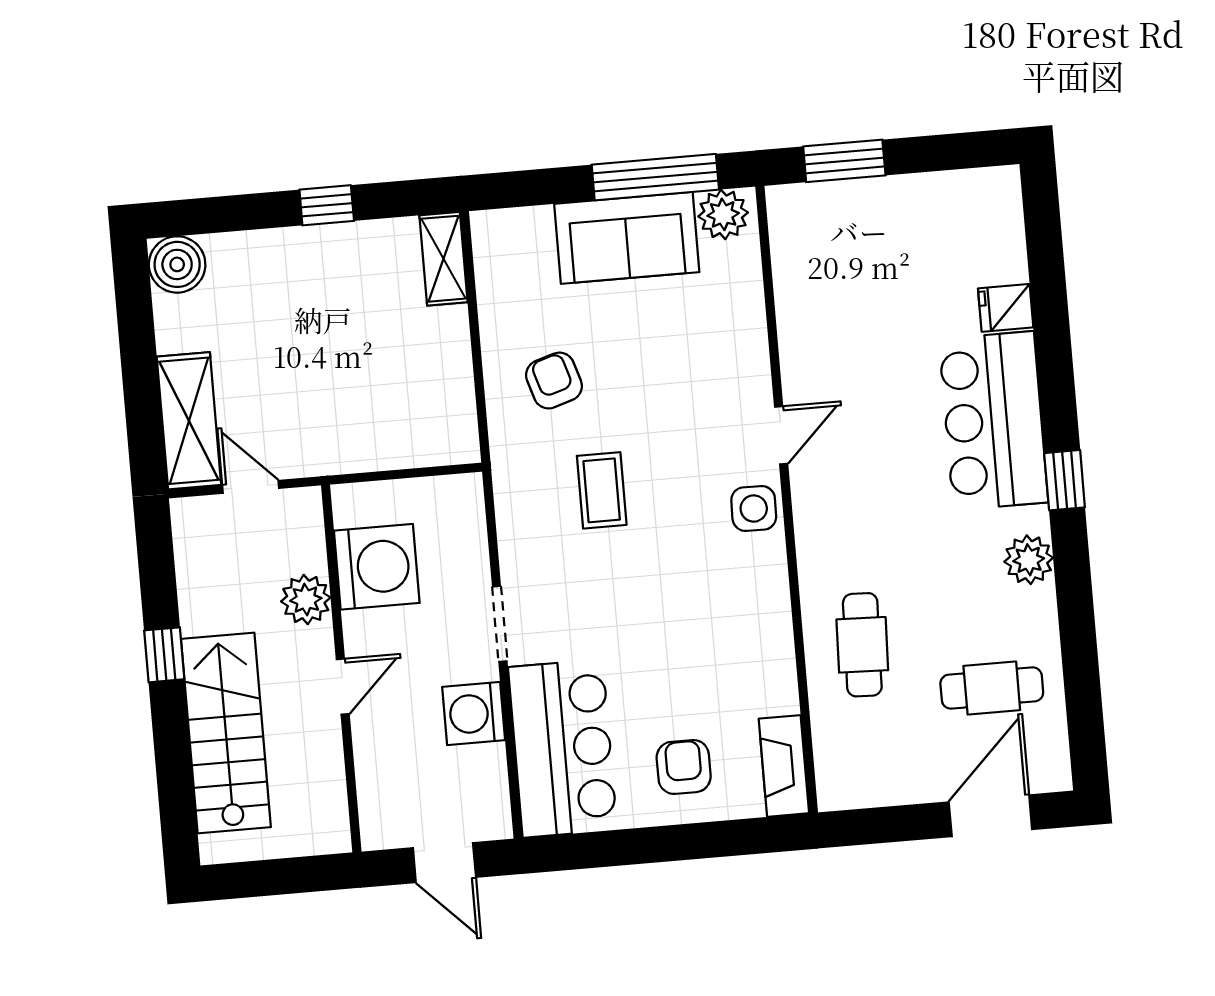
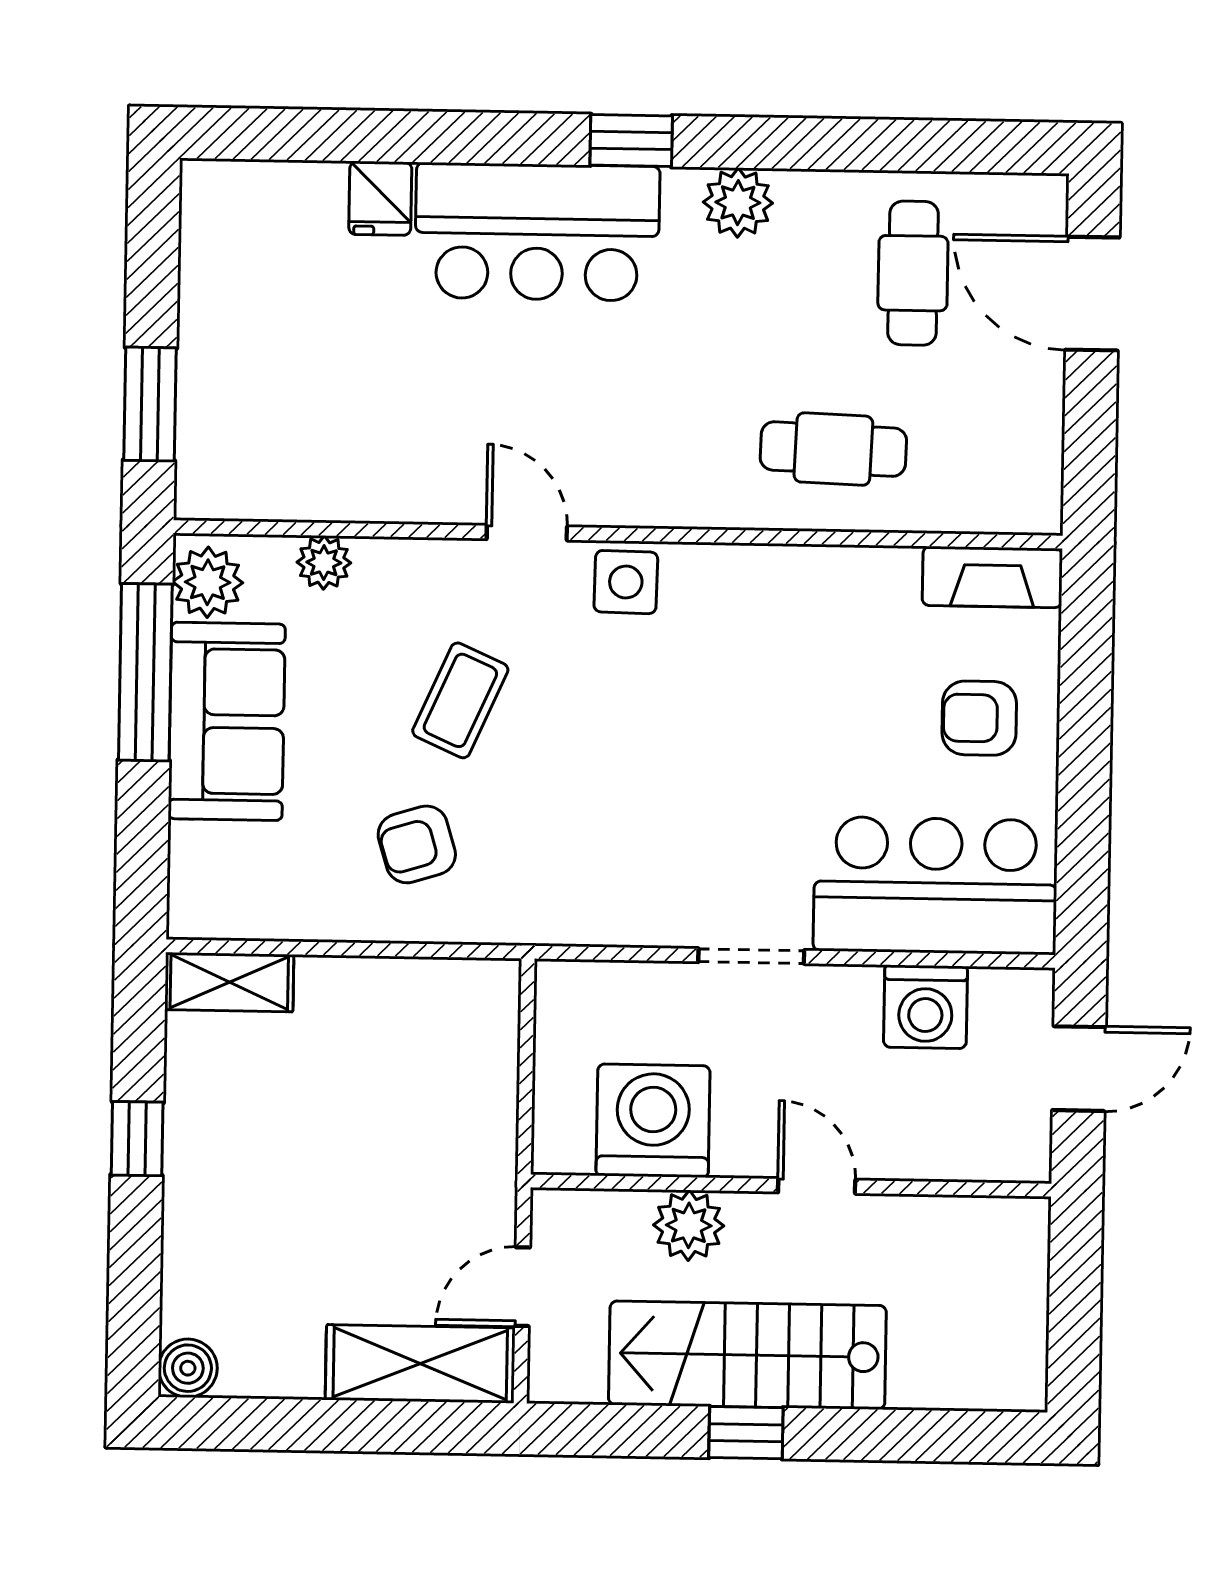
boiler: (177, 264) -> (188, 1368), width x0.73, depth x0.73
plant: (745, 295) -> (324, 562), added
coffee table: (602, 490) -> (460, 700), moved, turned -66
washing machine: (474, 714) -> (925, 1007), moved
stairs: (226, 733) -> (747, 1355), moved

